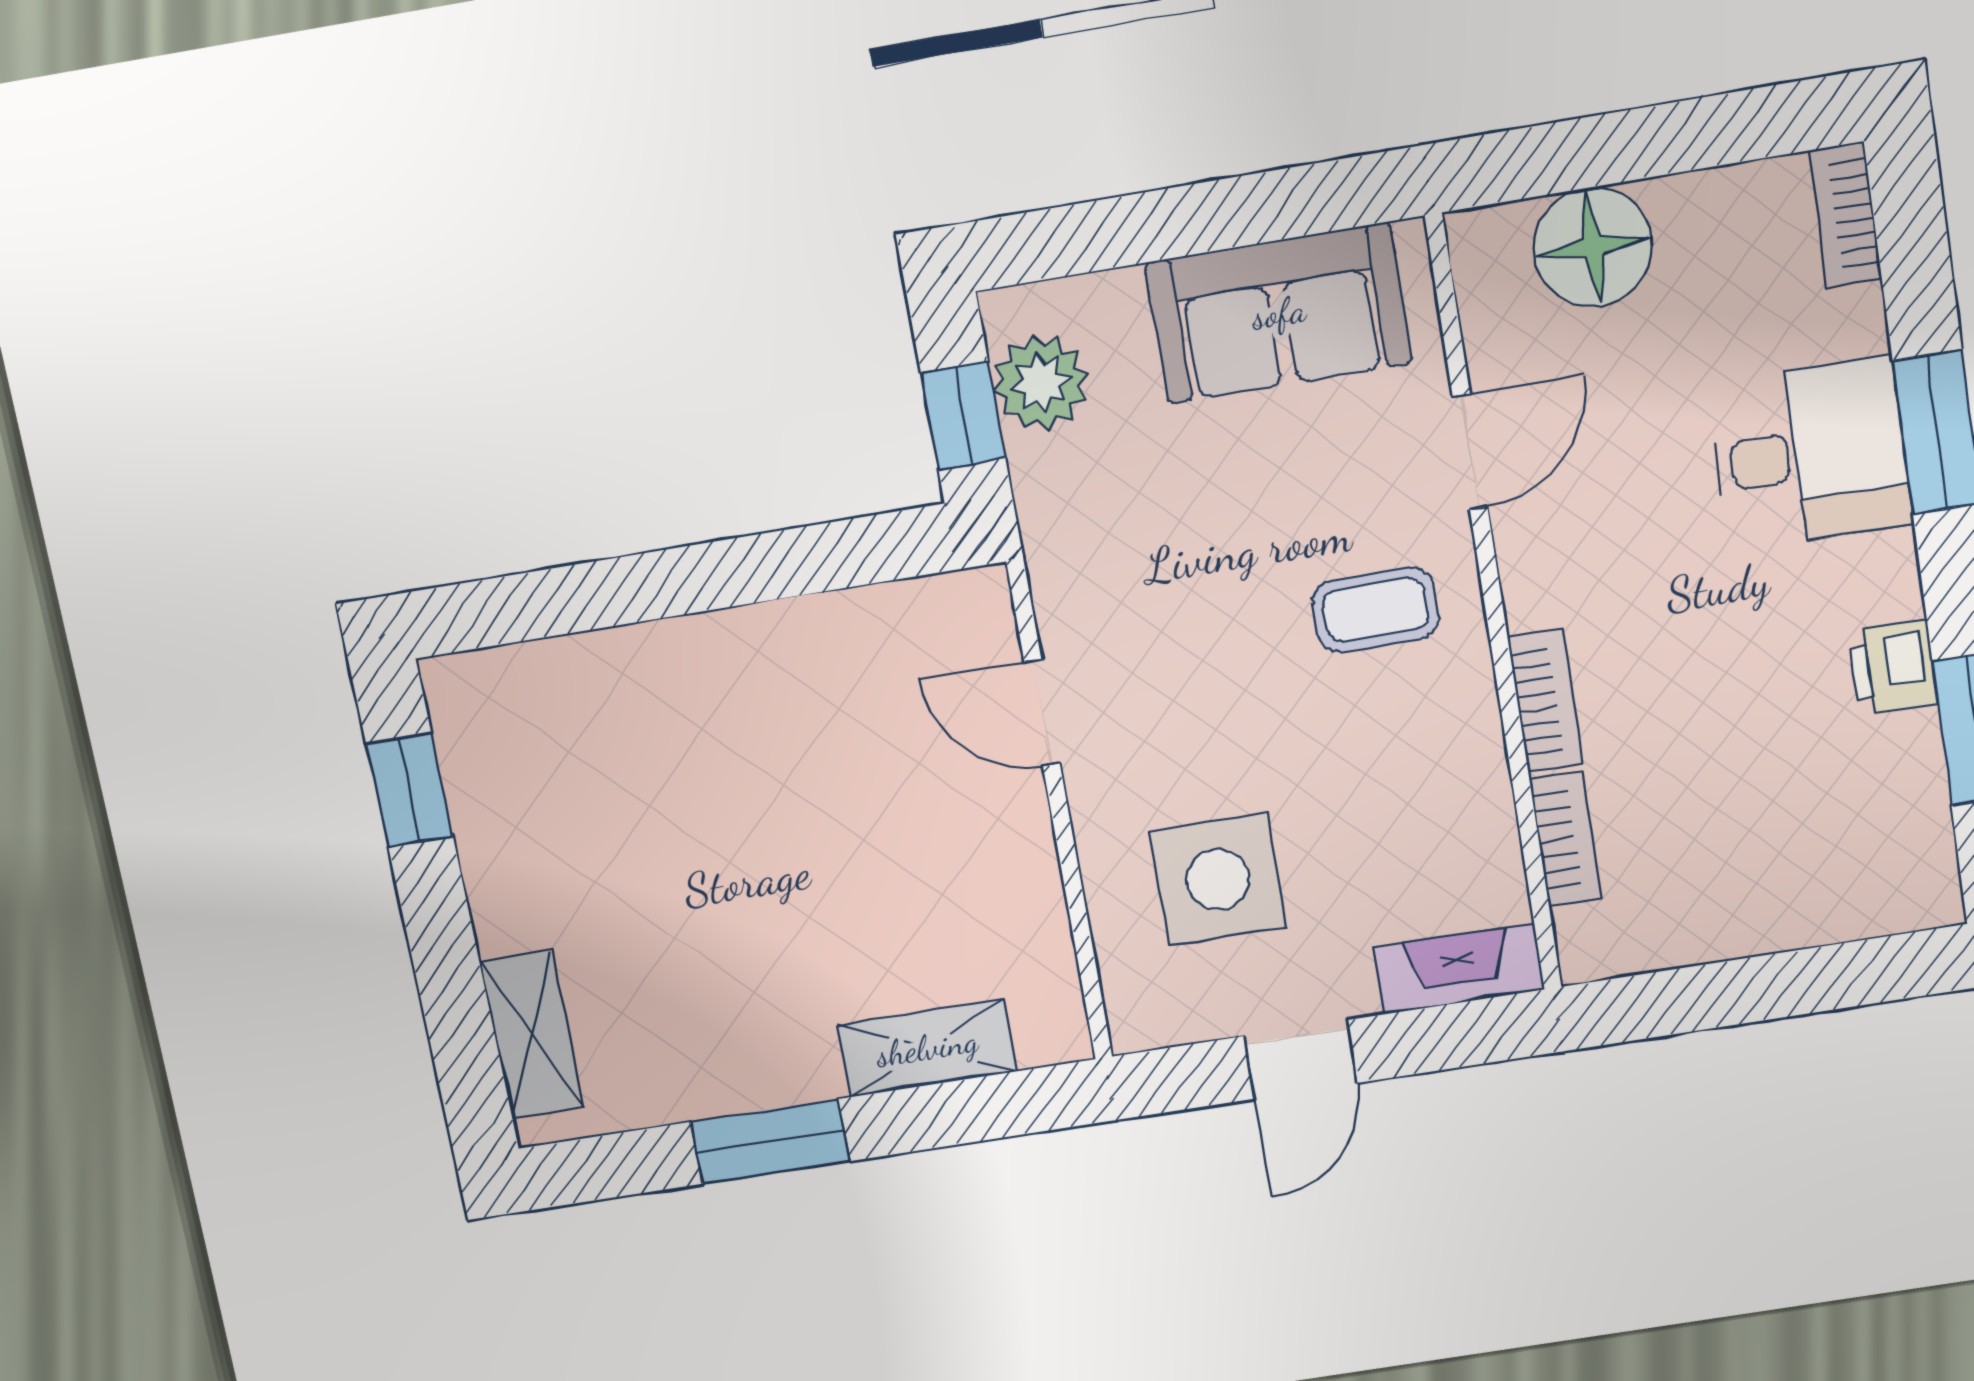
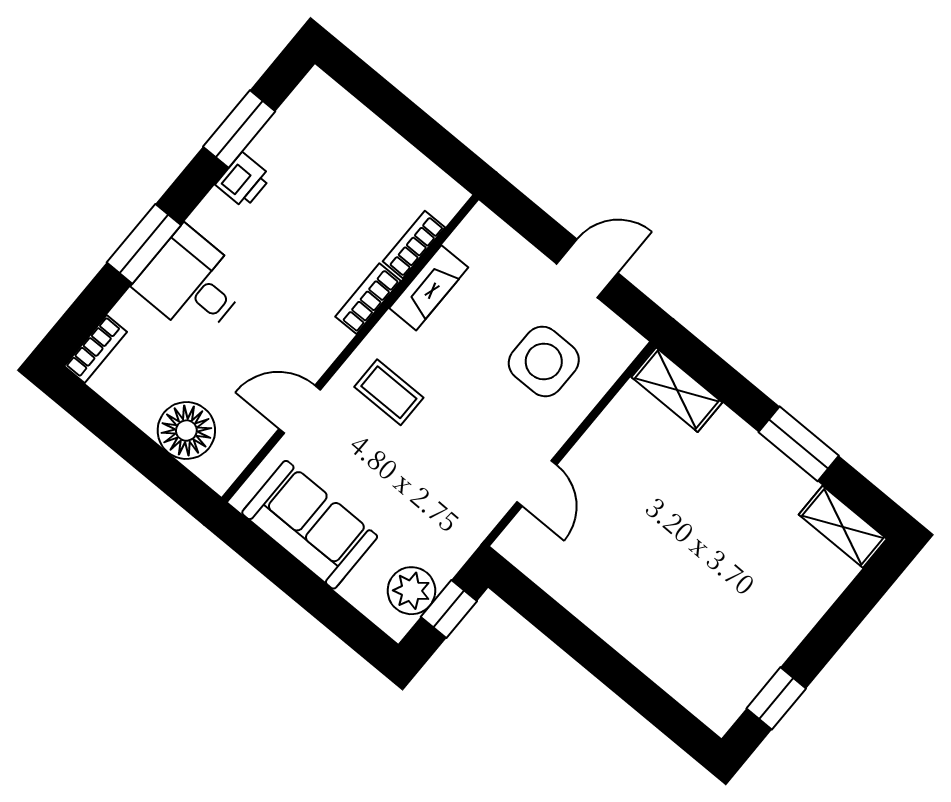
fireplace: (1459, 969) -> (429, 288), moved, turned -90
shelving: (532, 1035) -> (843, 527), moved, turned 90
shelving: (927, 1048) -> (677, 390), moved

